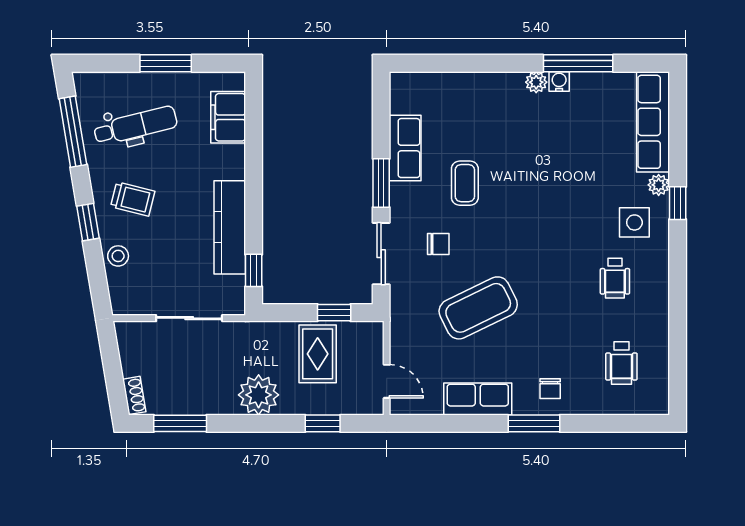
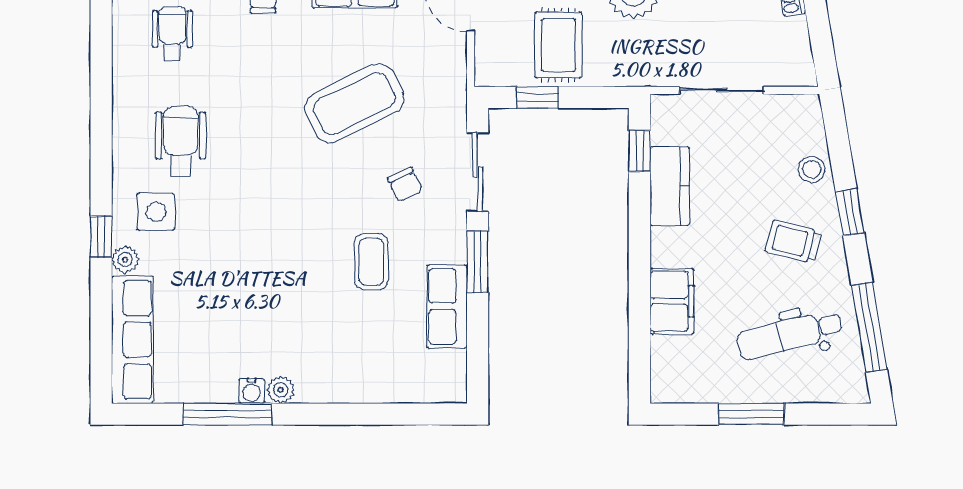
filing cabinet: (228, 117) -> (672, 301), moved
kitchen counter: (230, 227) -> (670, 186), width x0.67
chair: (438, 244) -> (405, 185), turned -115
wheelchair: (615, 278) -> (181, 141), width x1.36, depth x1.37

